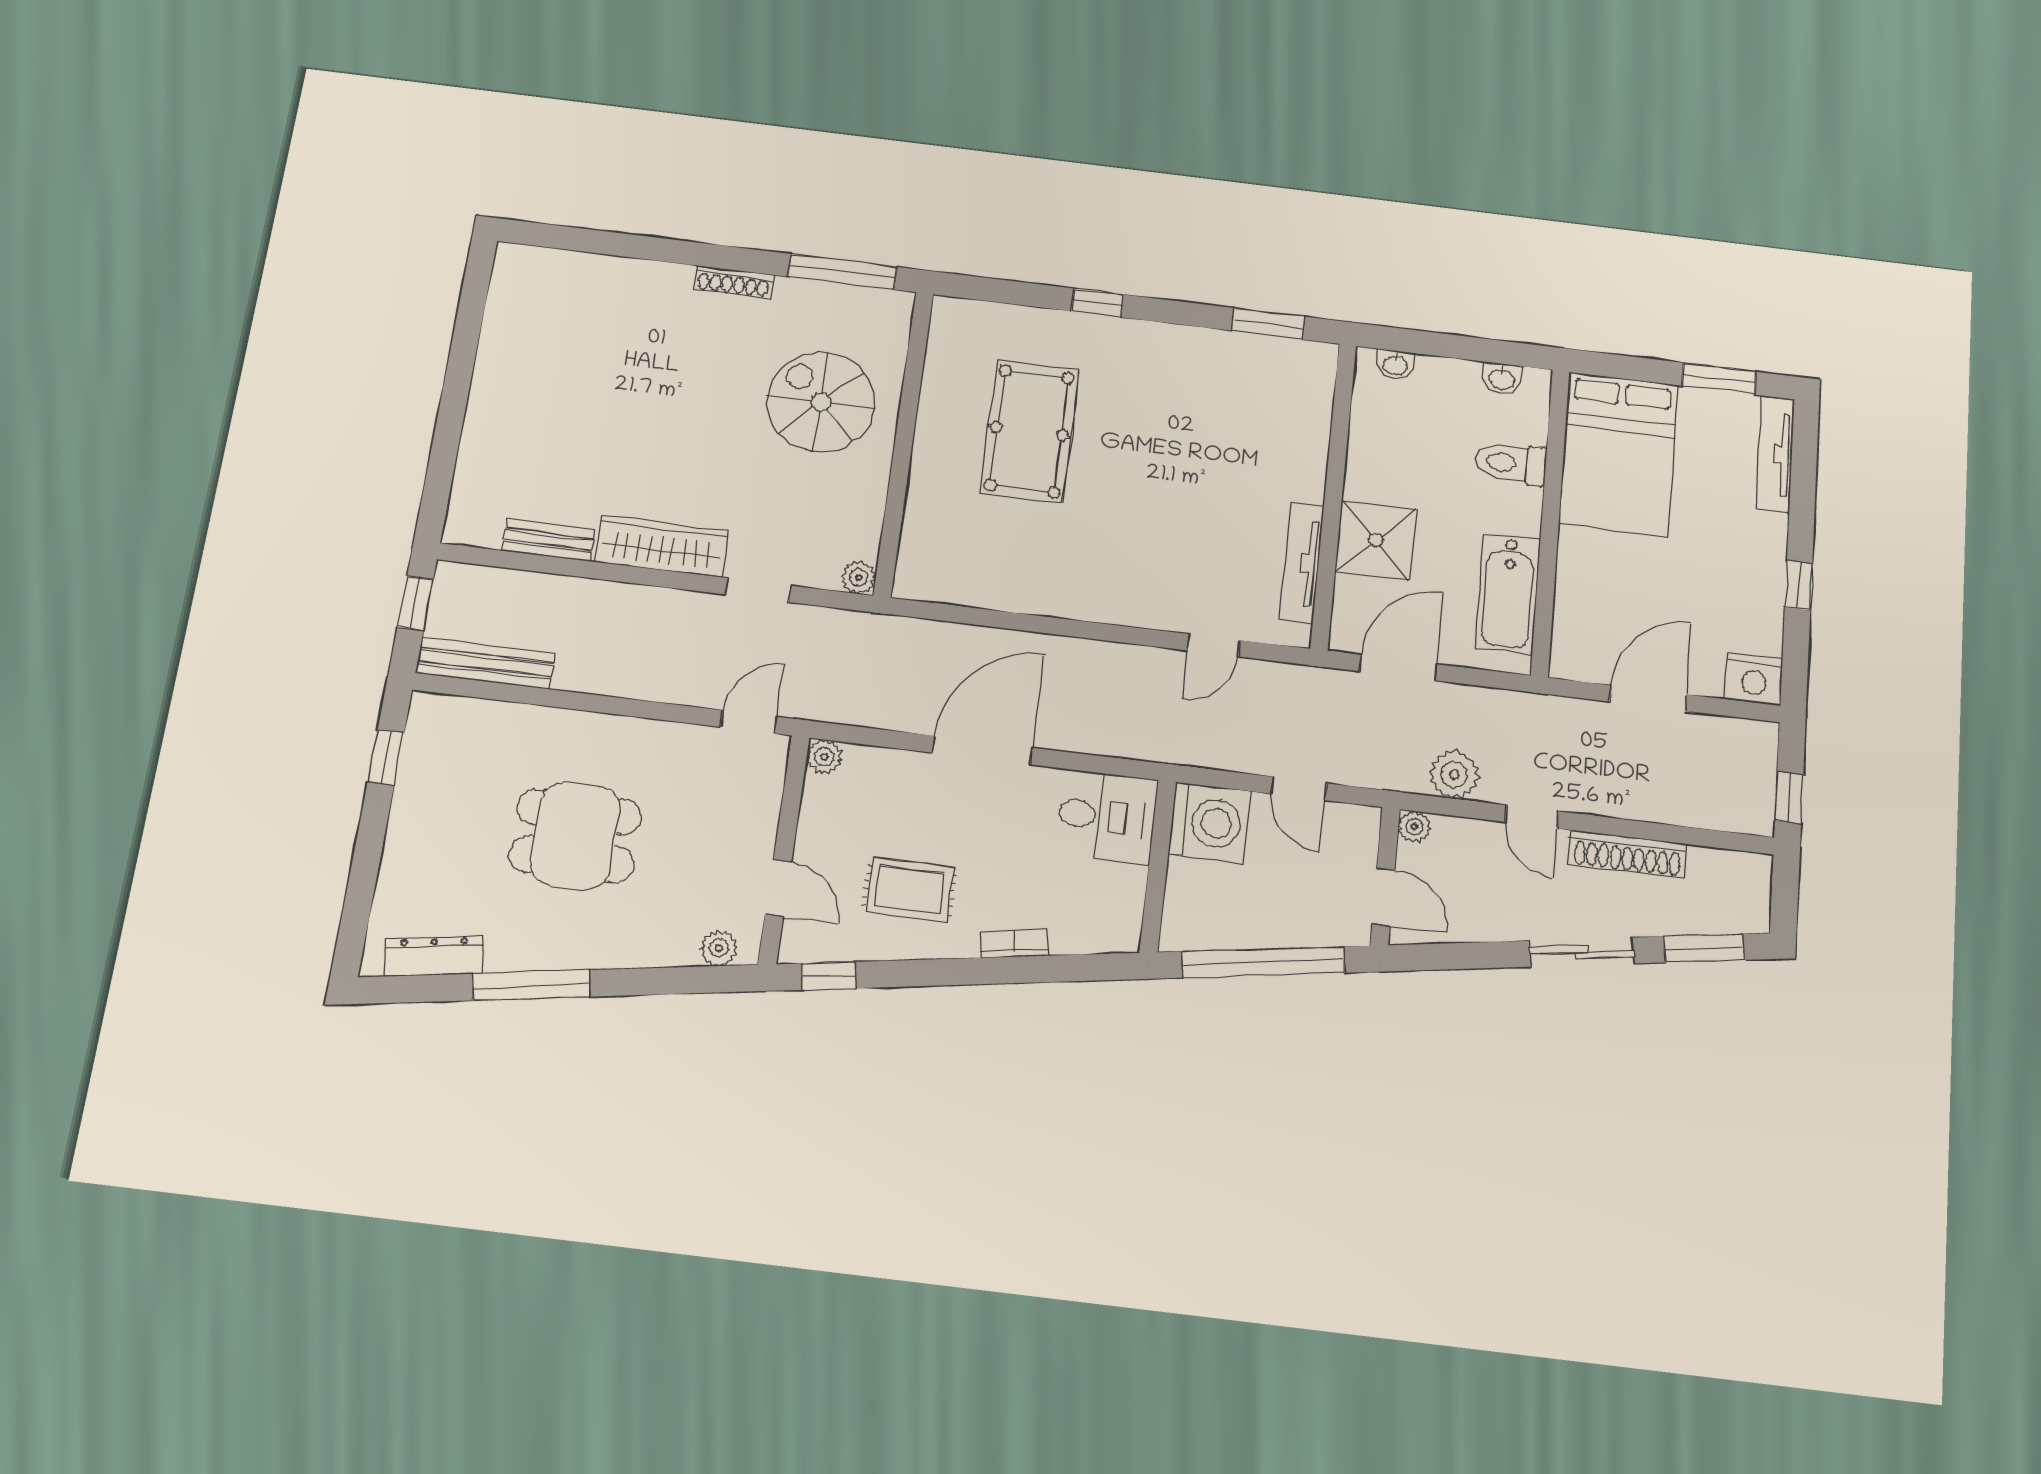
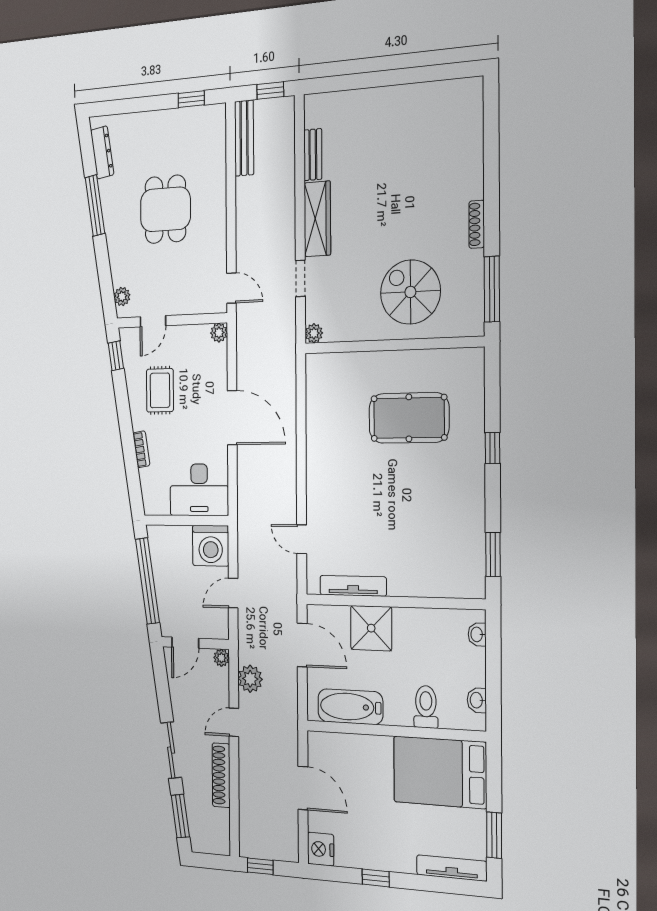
spiral stairs: (821, 402) -> (410, 292), turned -90
desk: (1106, 817) -> (199, 490), width x1.37

